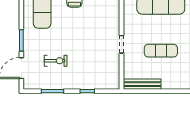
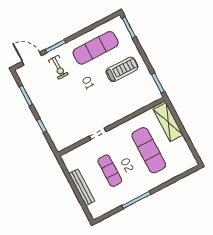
exercise bike: (56, 61) -> (58, 67), moved
bench: (142, 84) -> (82, 187), moved

